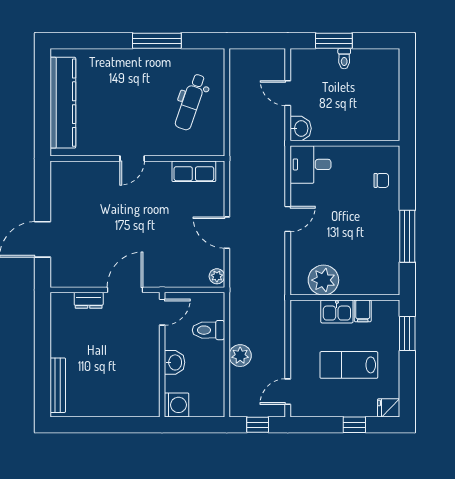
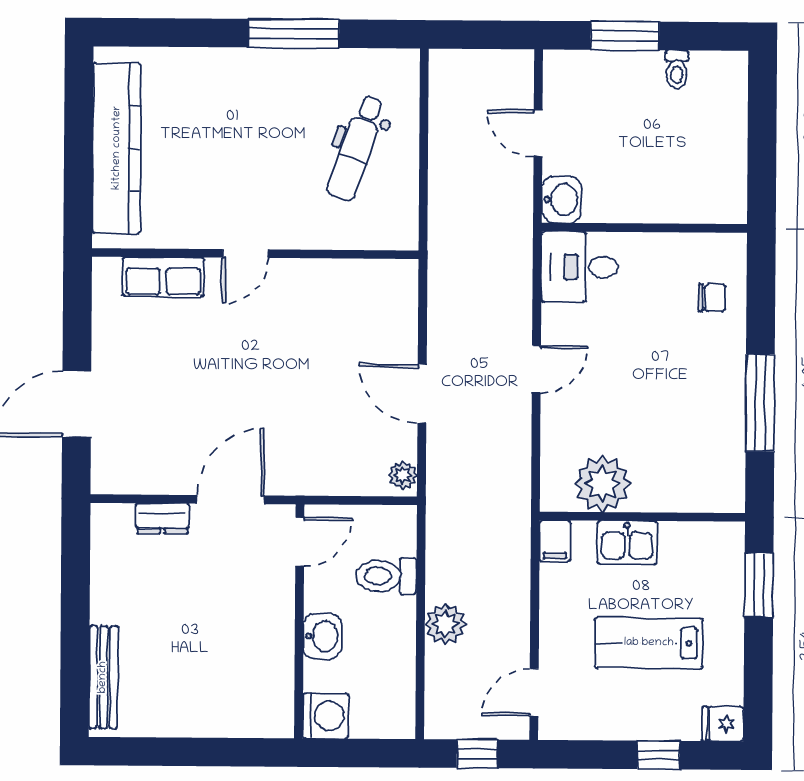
toilet: (344, 59) -> (677, 69), moved
row of seats: (194, 171) -> (163, 277), moved
filing cabinet: (363, 311) -> (555, 541), moved

